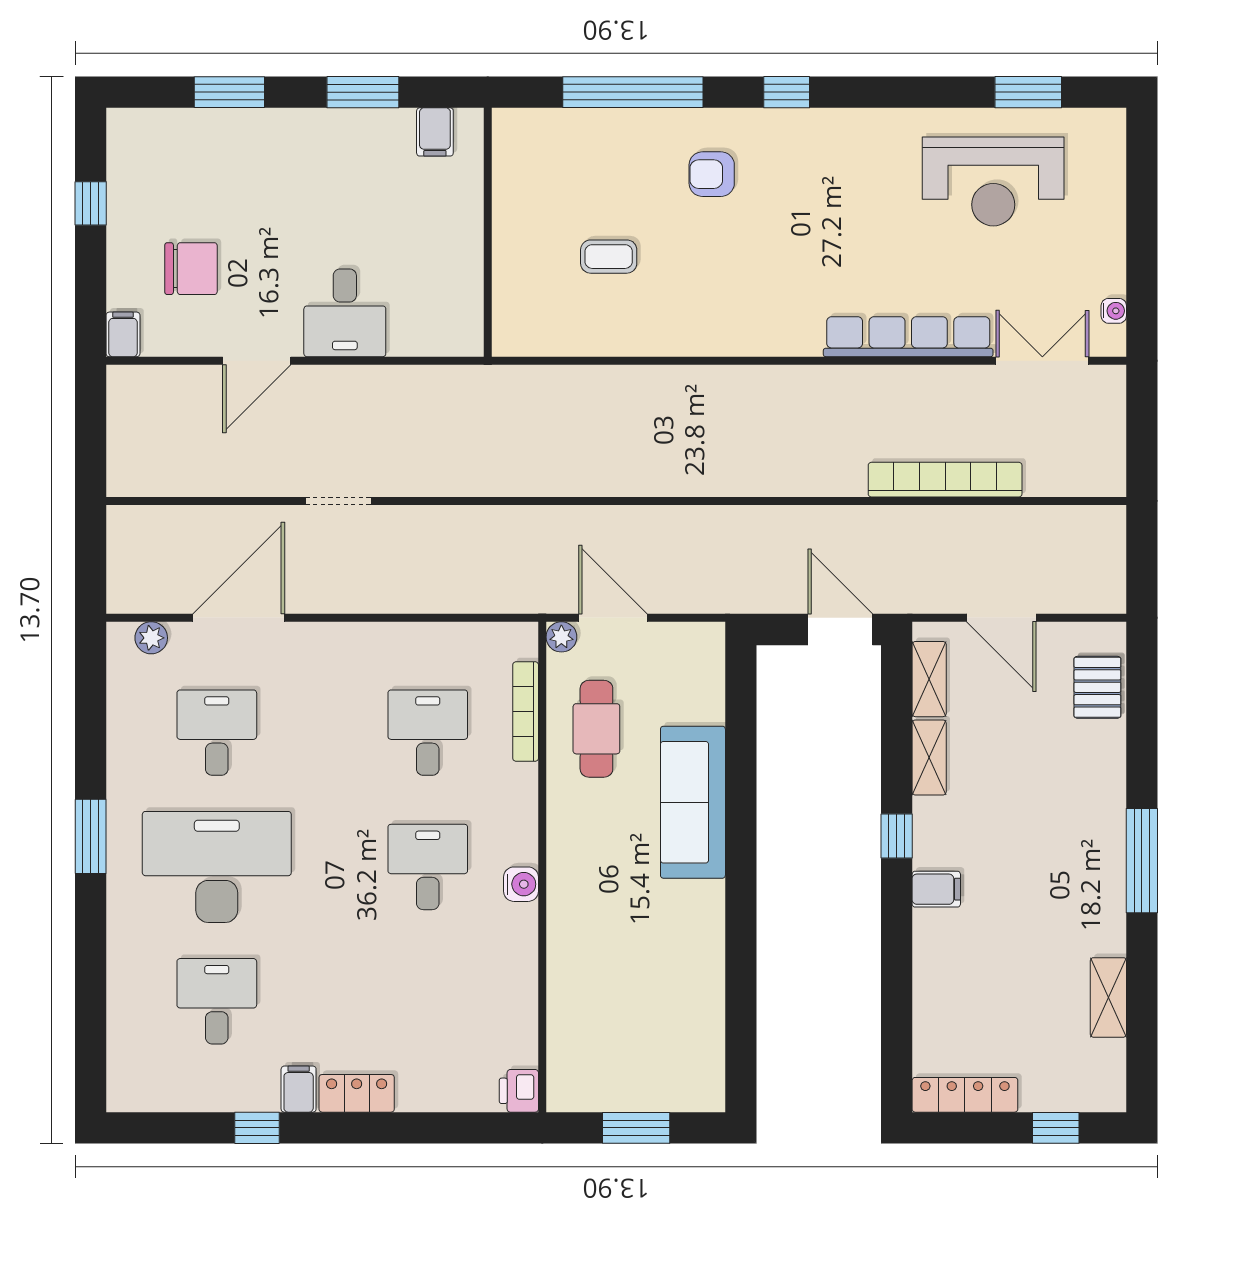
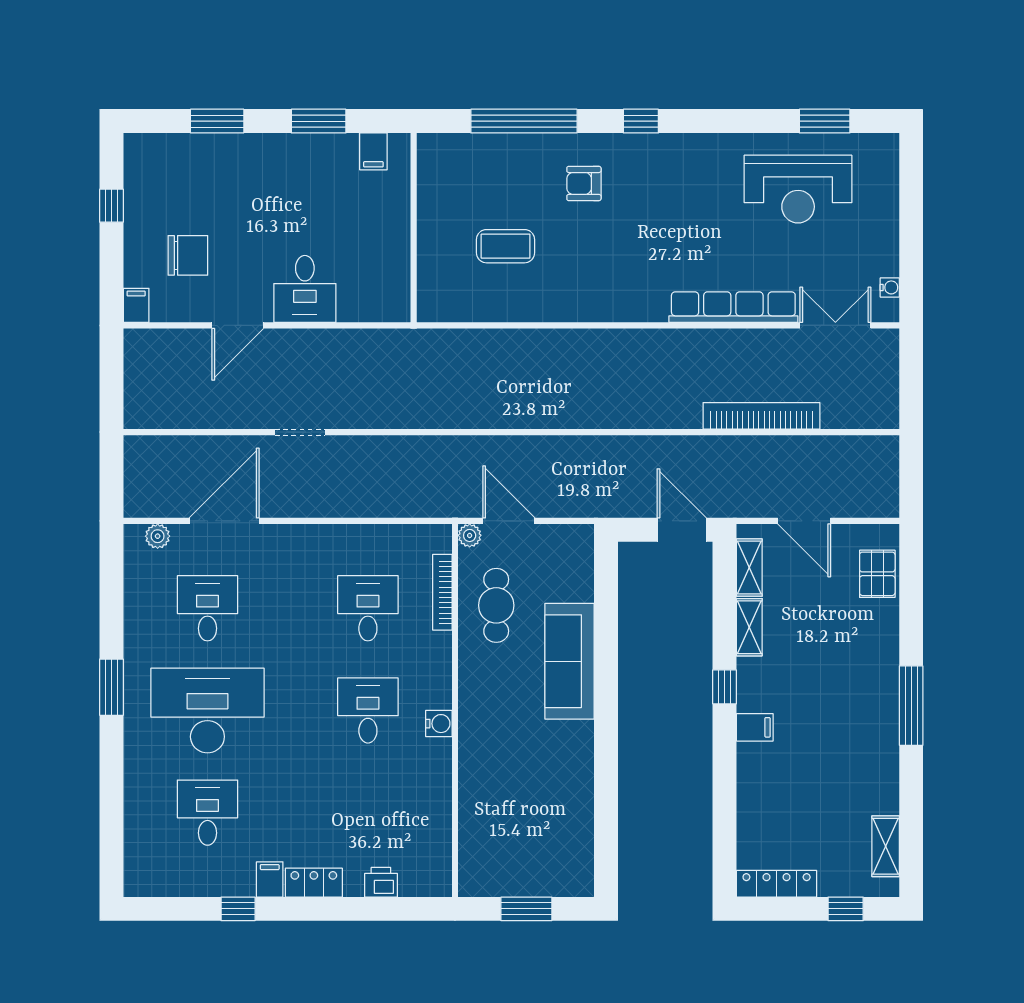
coffee table: (609, 257) -> (506, 246), width x1.36, depth x1.30
shelving: (1108, 997) -> (886, 846), moved
printer: (519, 1091) -> (381, 882), moved, turned 90

